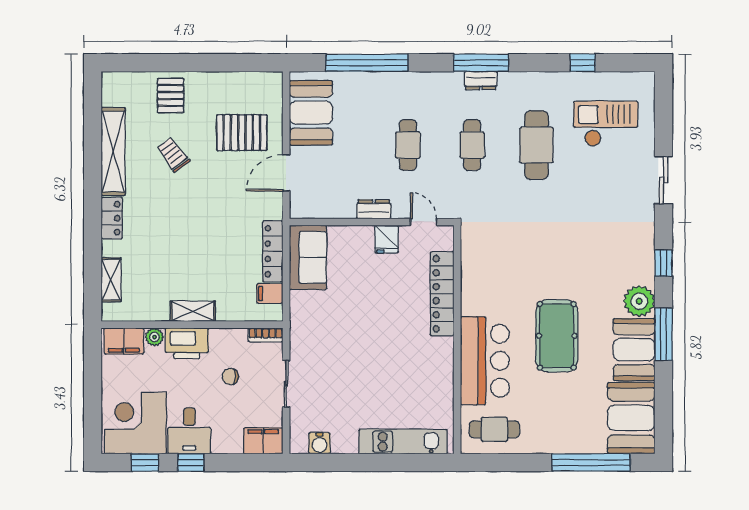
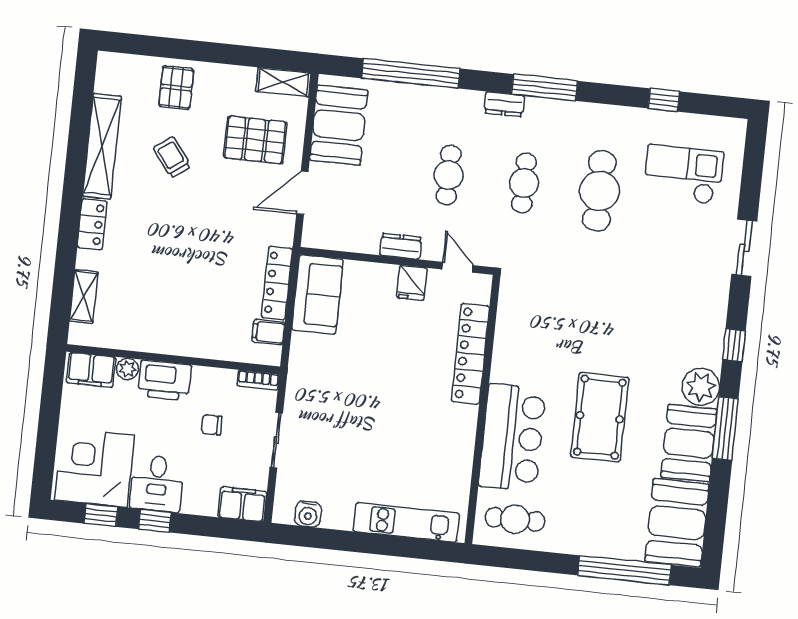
dresser: (481, 80) -> (504, 104), moved
shelving: (193, 311) -> (283, 82), moved

